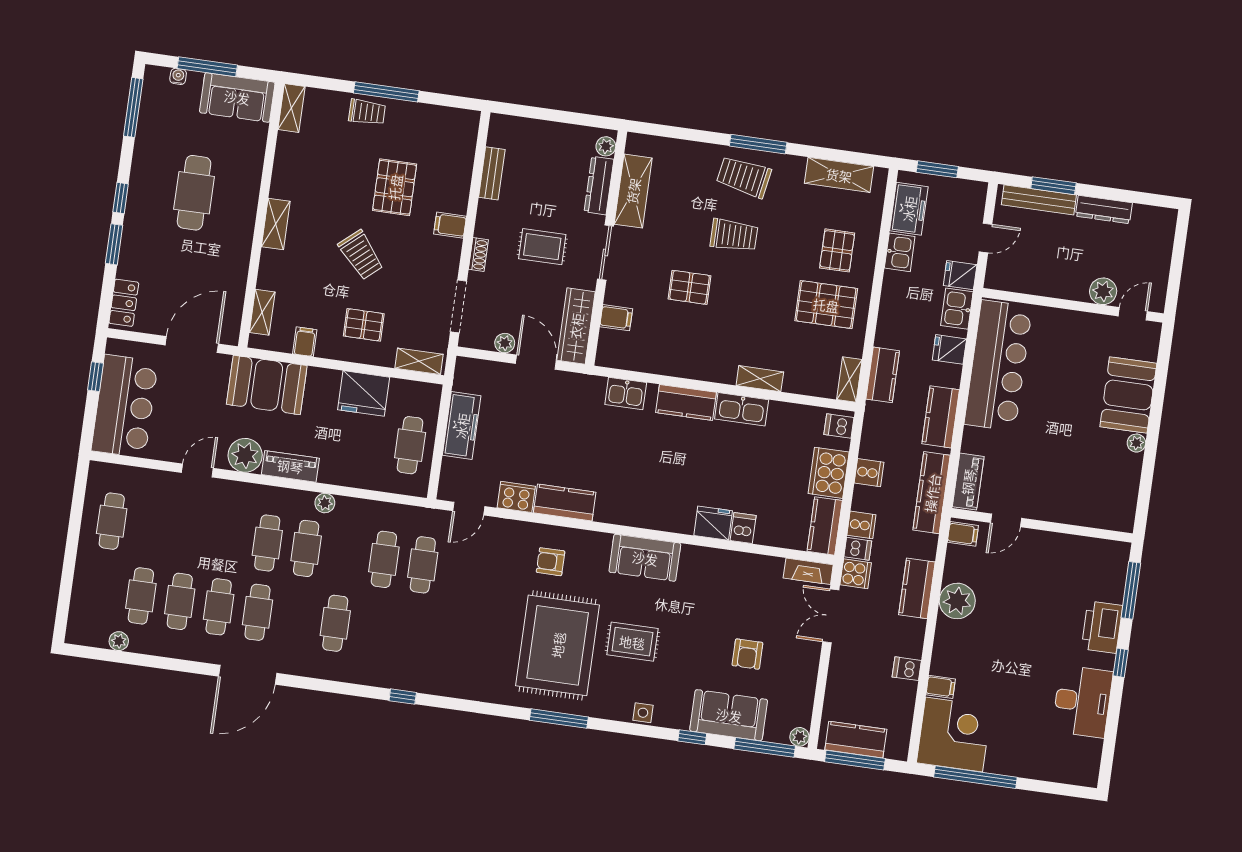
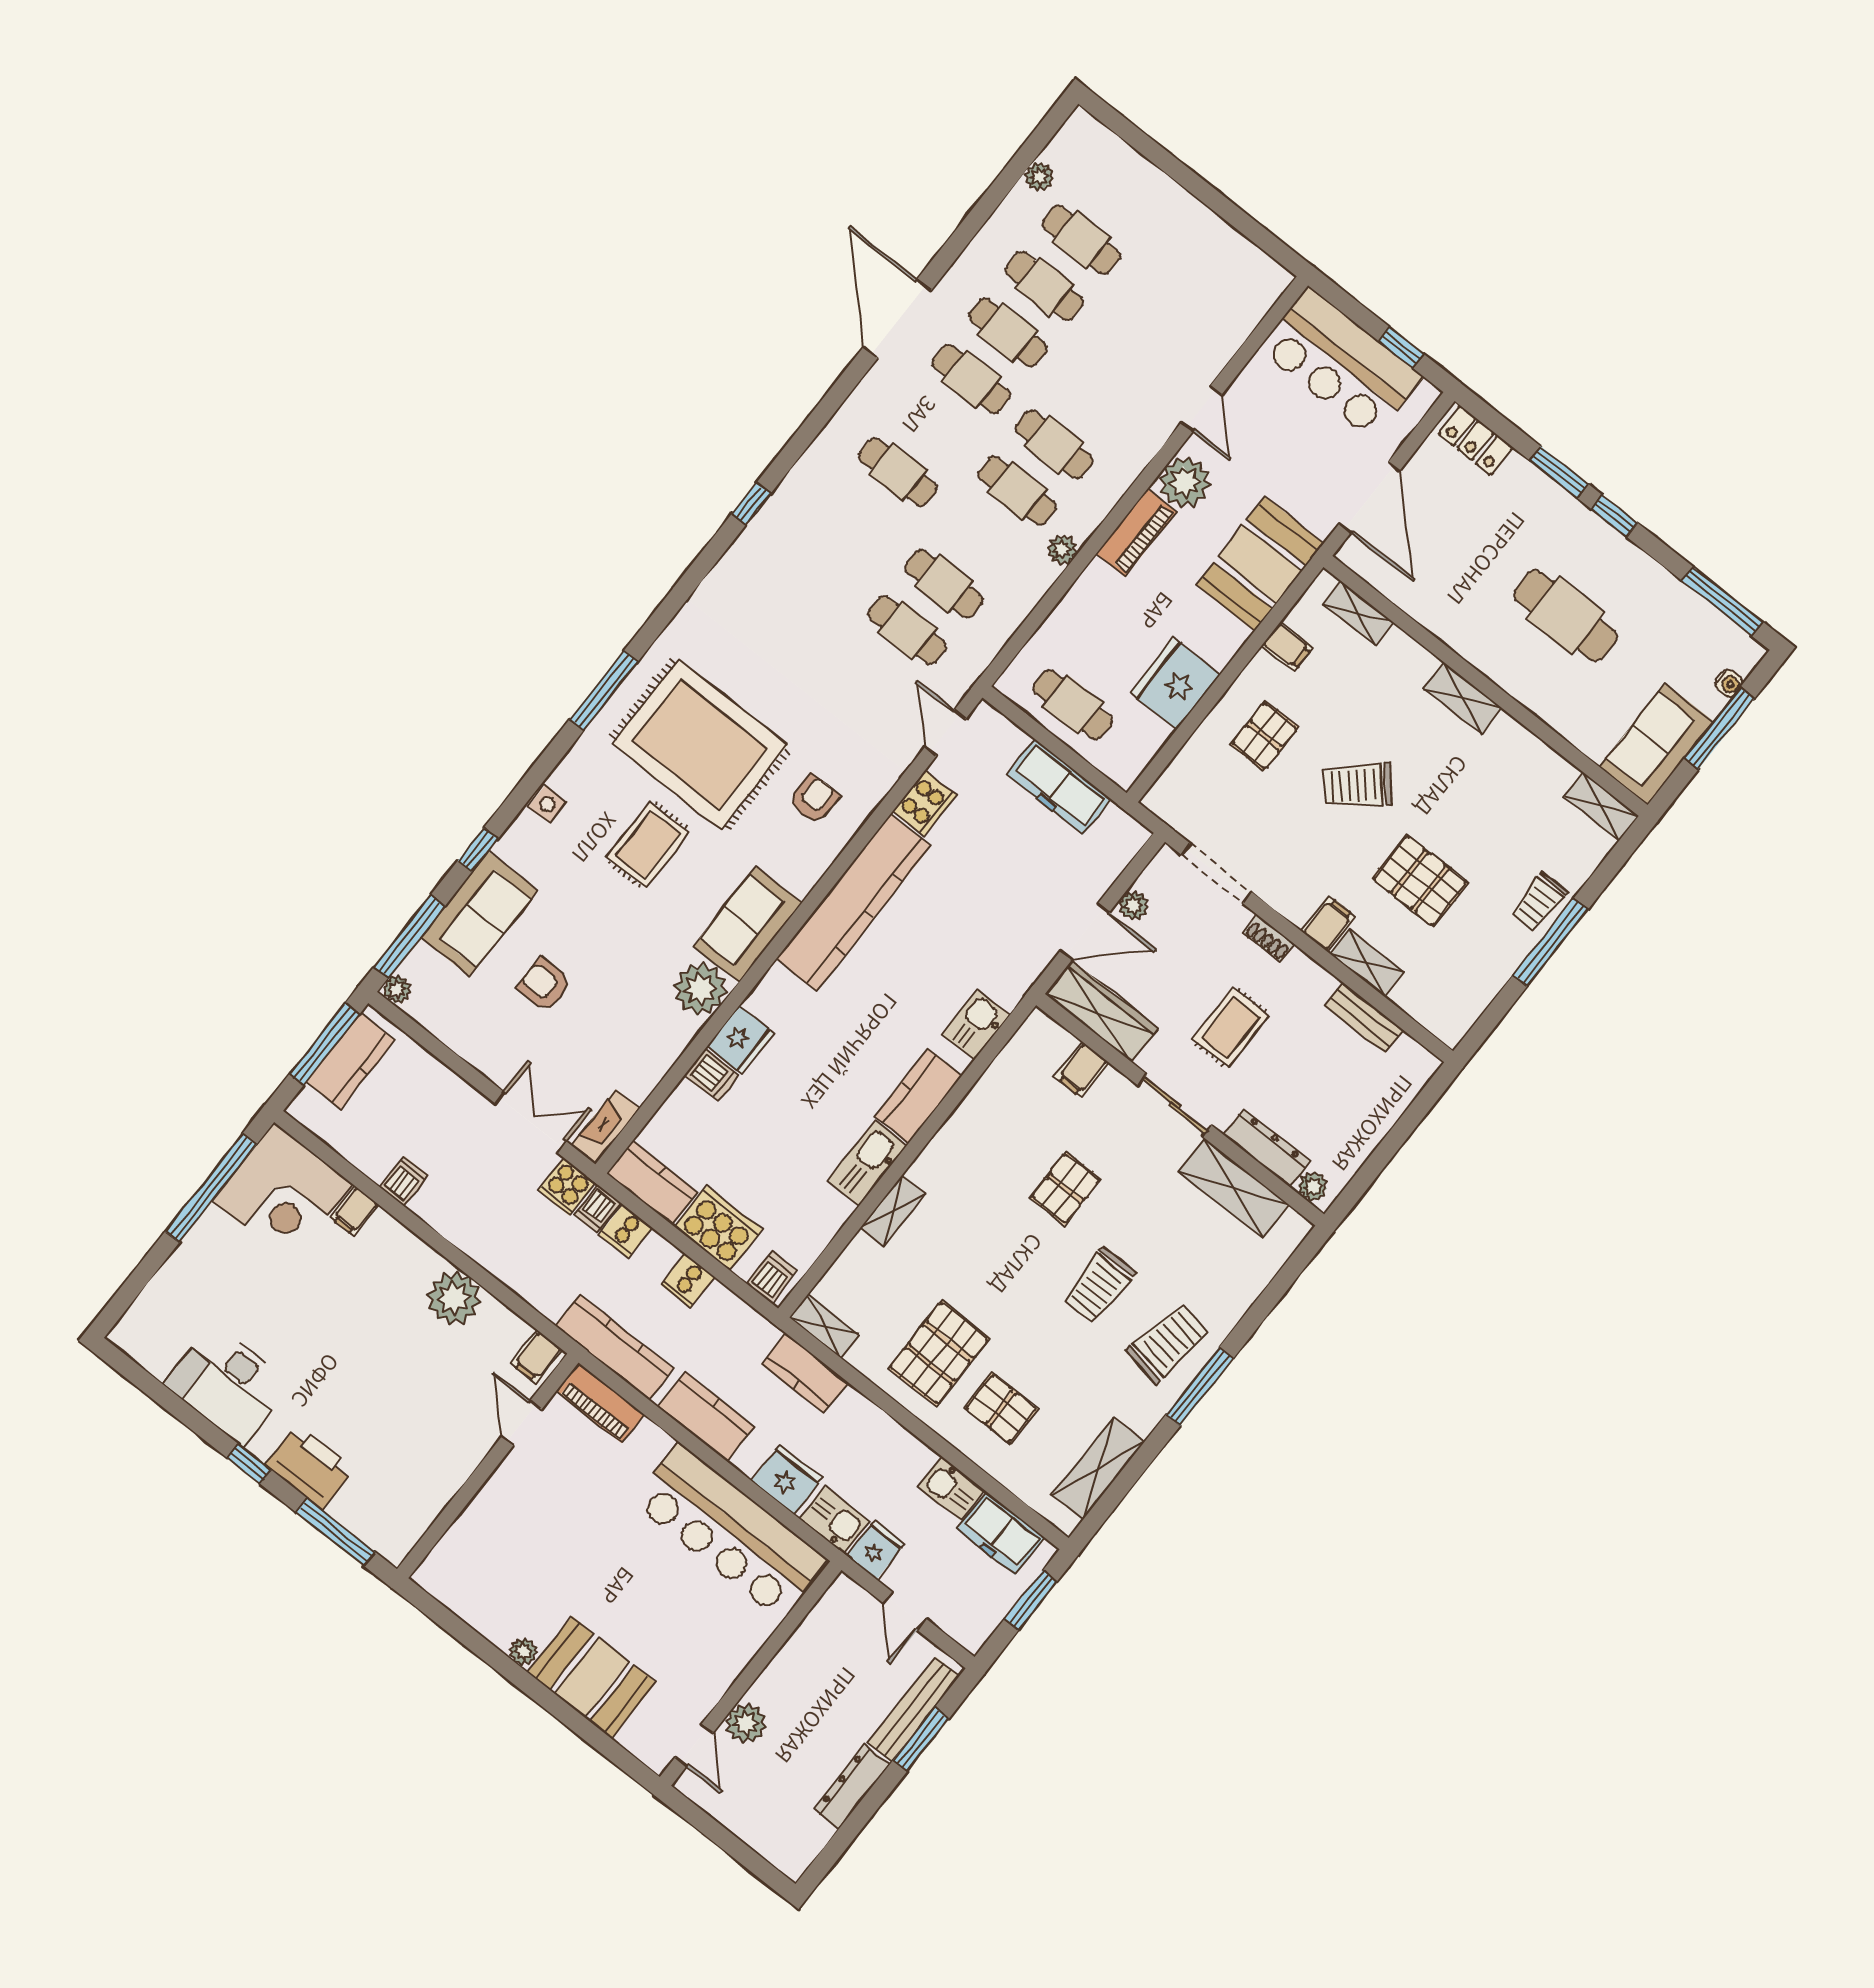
fridge: (949, 349) -> (787, 1479), width x1.38
shelving: (419, 361) -> (1367, 963), moved, turned 90
kitchen counter: (565, 502) -> (854, 902), width x2.08, depth x1.17
cafe table: (112, 521) -> (1201, 259), removed
plant: (698, 563) -> (700, 989), added
kitchen counter: (917, 588) -> (501, 1255), removed

